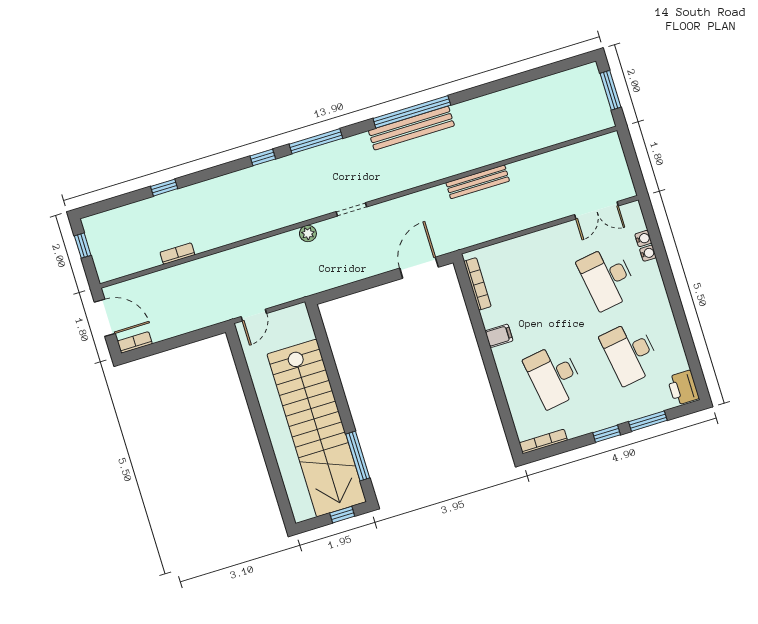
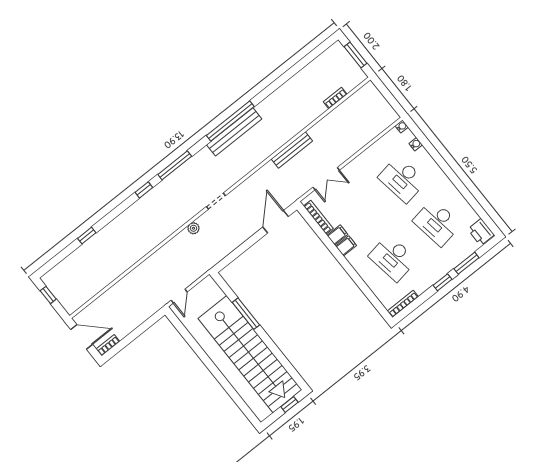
double door: (596, 210) -> (326, 179), moved
water cooler: (648, 253) -> (402, 126), moved
bookcase: (177, 254) -> (335, 98), moved
filing cabinet: (493, 317) -> (337, 235), added
window: (358, 456) -> (246, 314), moved

